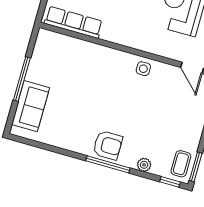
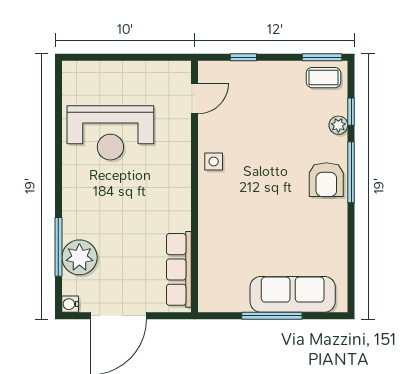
sofa: (31, 106) -> (293, 294), width x1.36
armchair: (108, 145) -> (326, 180), turned 180
window: (170, 182) -> (351, 112), moved

